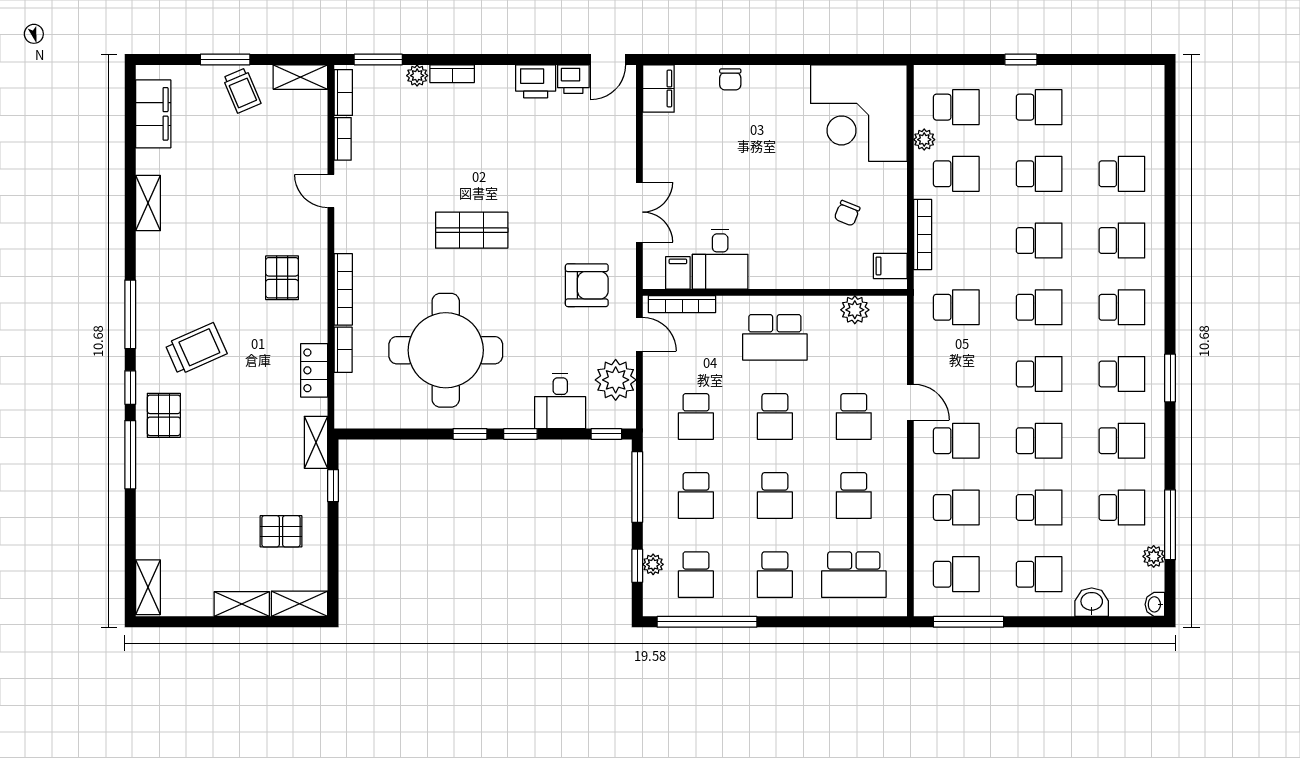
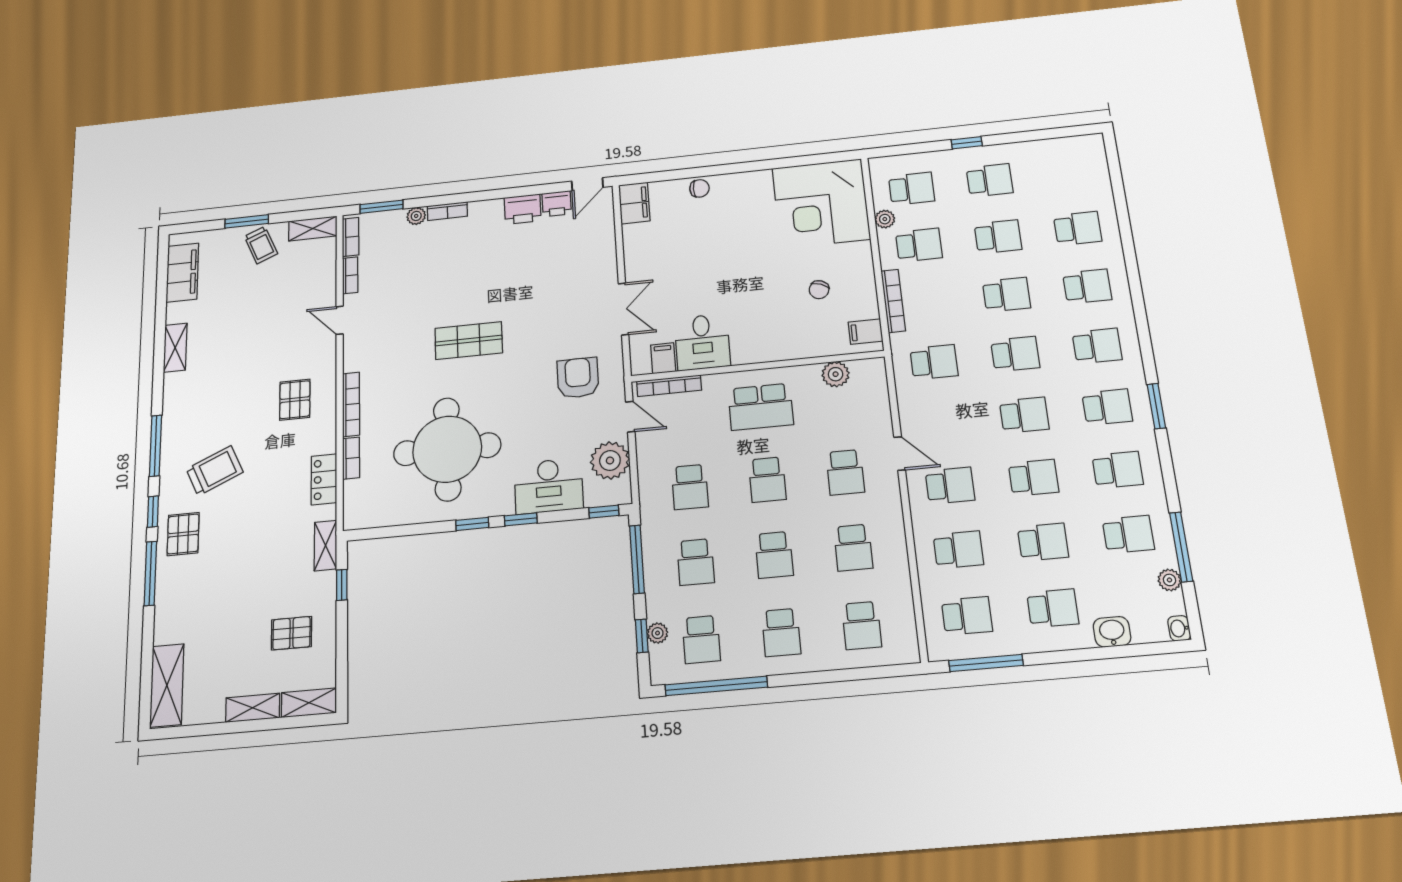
chair: (730, 79) -> (699, 188), turned -90
armchair: (587, 285) -> (578, 378), turned -90
desk: (560, 401) -> (549, 486), width x1.37
school desk: (854, 575) -> (862, 625), width x0.54
shelving: (148, 587) -> (167, 685), width x1.50, depth x1.33

